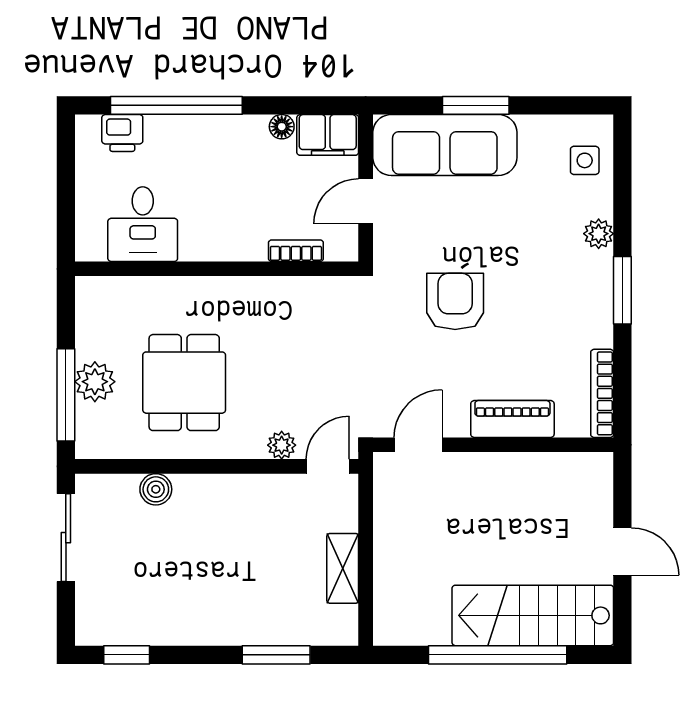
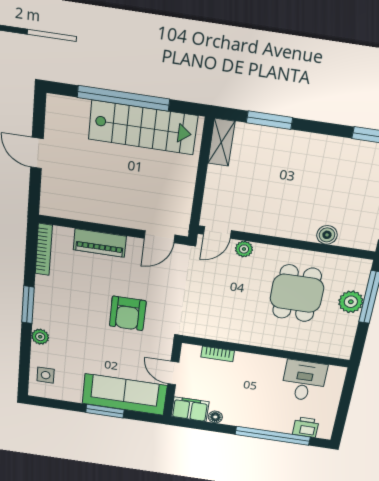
door: (366, 201) -> (173, 373), swing flipped
shelving: (343, 568) -> (221, 142), moved
stairs: (533, 615) -> (143, 127), moved

